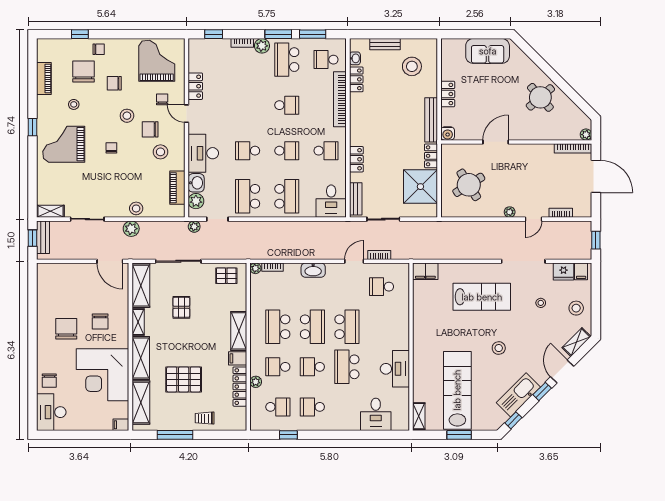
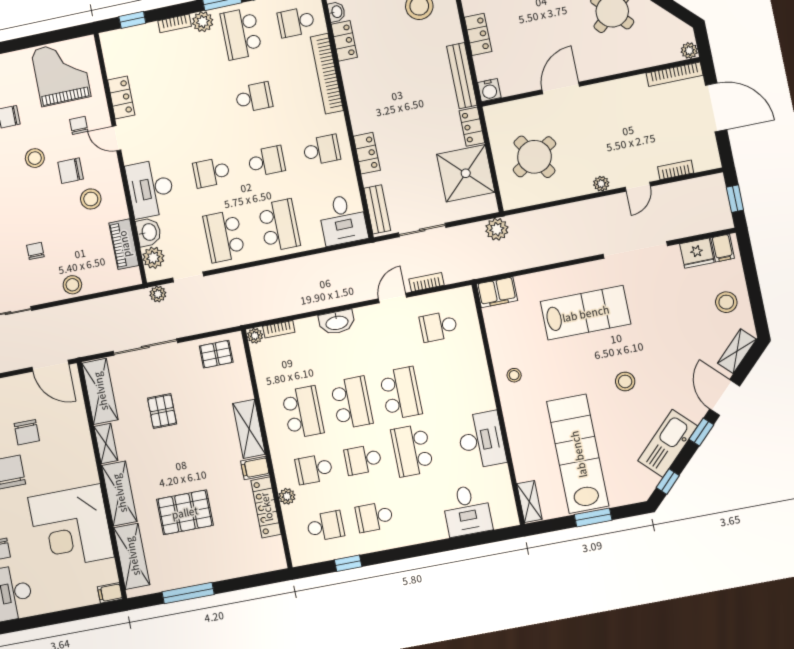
chair: (111, 148) -> (35, 251), moved
plant: (131, 229) -> (497, 229), moved
stool: (541, 303) -> (514, 375), moved
chair: (100, 322) -> (27, 432), moved
school desk: (278, 327) -> (303, 412), turned 180
trolley: (205, 418) -> (225, 561), removed

